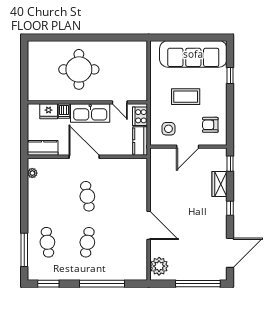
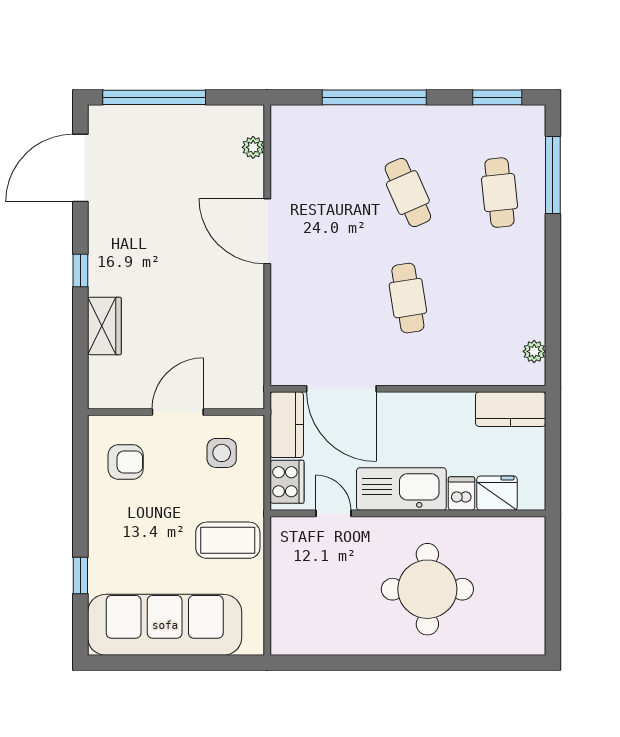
coffee table: (186, 97) -> (228, 540), moved
door: (84, 157) -> (341, 389), moved
window: (230, 164) -> (80, 373), removed
cafe table: (87, 242) -> (408, 193), turned -33
plant: (159, 266) -> (253, 147), width x0.53, depth x0.53

